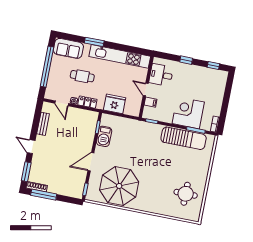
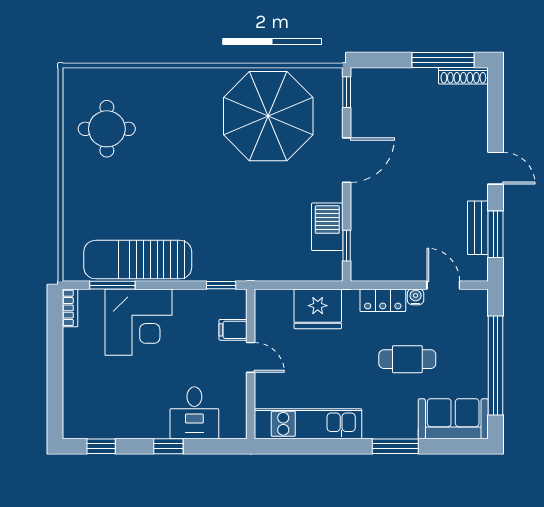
kitchen unit: (120, 56) -> (308, 424), width x0.73
desk: (161, 75) -> (194, 413), moved, turned 90
window: (26, 172) -> (496, 234), moved

